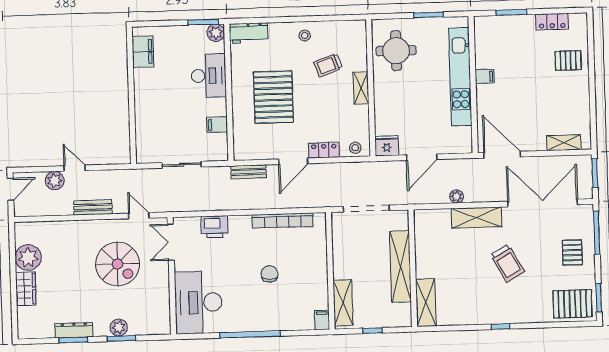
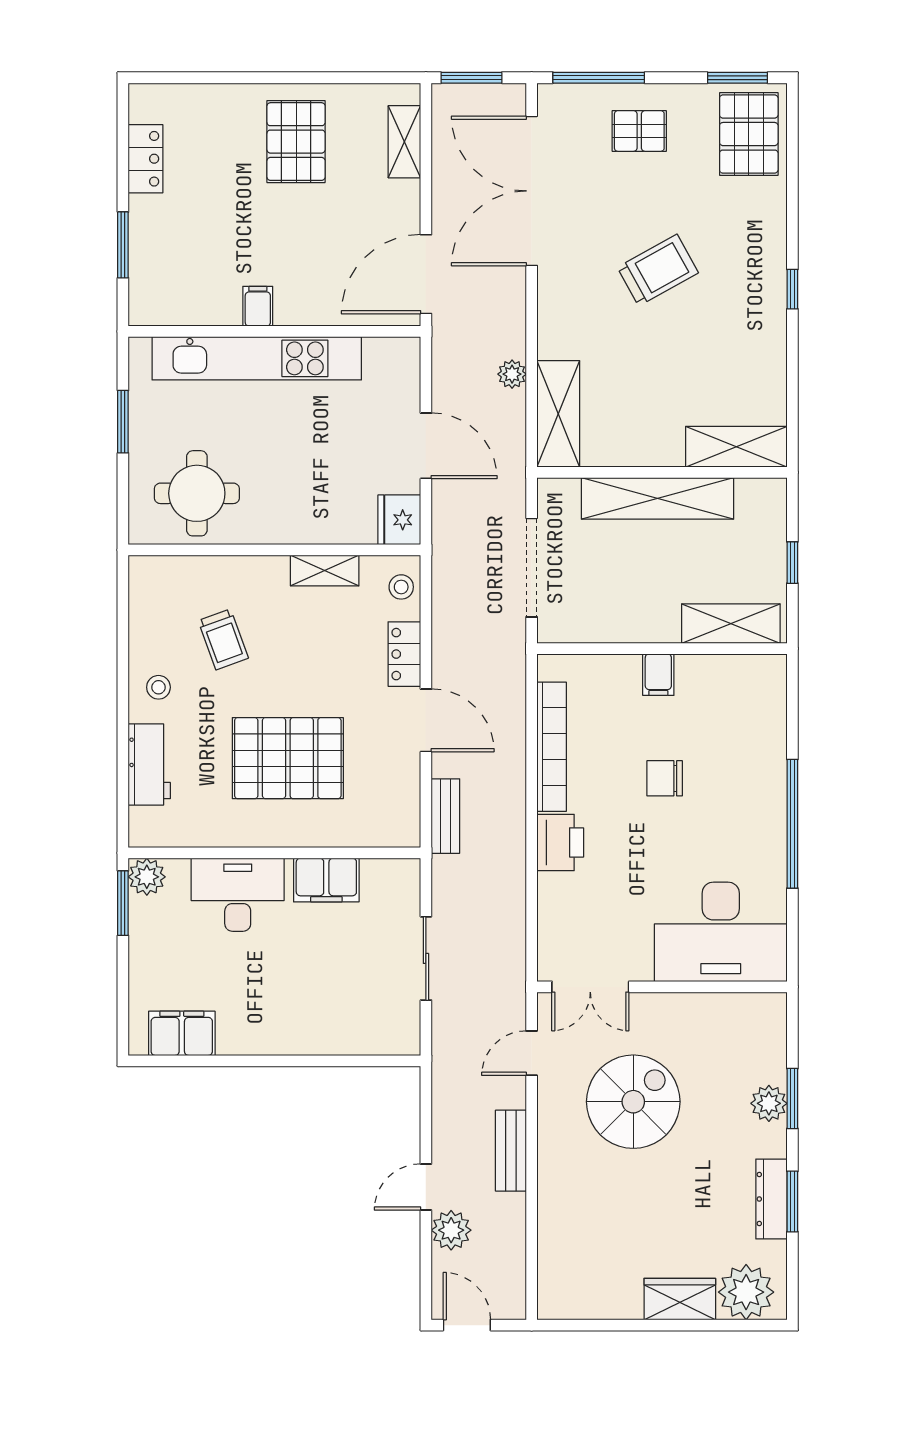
workbench: (248, 33) -> (149, 765), moved
pallet: (568, 60) -> (296, 142), moved, width x1.50, depth x1.42
shelving: (361, 88) -> (325, 571), moved
filing cabinet: (217, 125) -> (326, 880), width x2.00
shelving: (477, 218) -> (558, 414), moved
printer: (215, 227) -> (560, 842), moved
plant: (28, 258) -> (746, 1292), moved
filing cabinet: (322, 320) -> (658, 675), moved, turned -90

